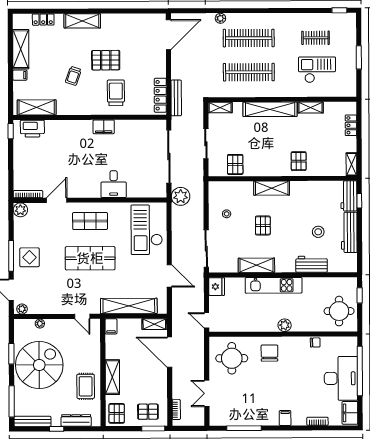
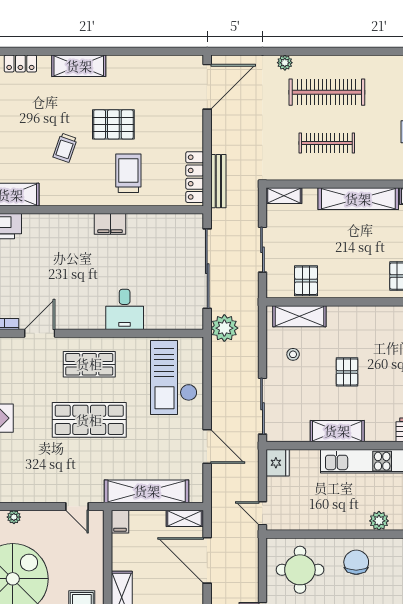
clothes rail: (249, 72) -> (327, 143), width x0.73, depth x0.76
shelving: (272, 188) -> (299, 316), moved

